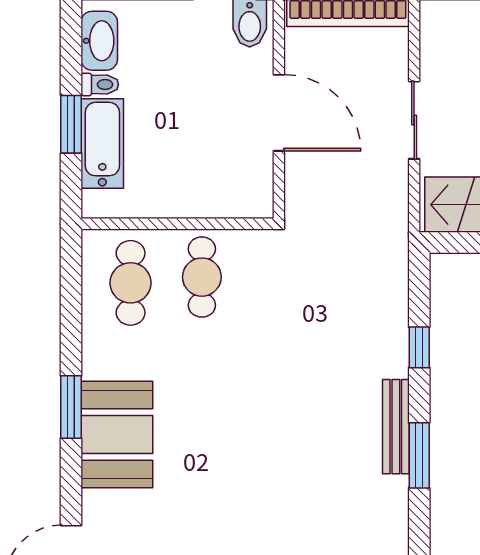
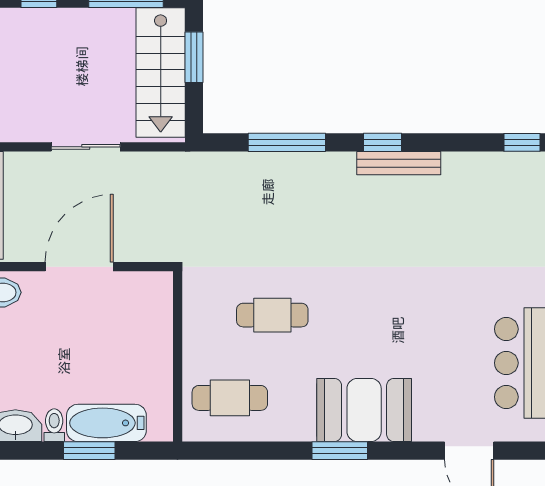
cafe table: (202, 277) -> (272, 315), moved
window: (419, 347) -> (287, 142), width x2.17
bench: (396, 427) -> (399, 163), moved
window: (419, 455) -> (382, 142), width x0.67

